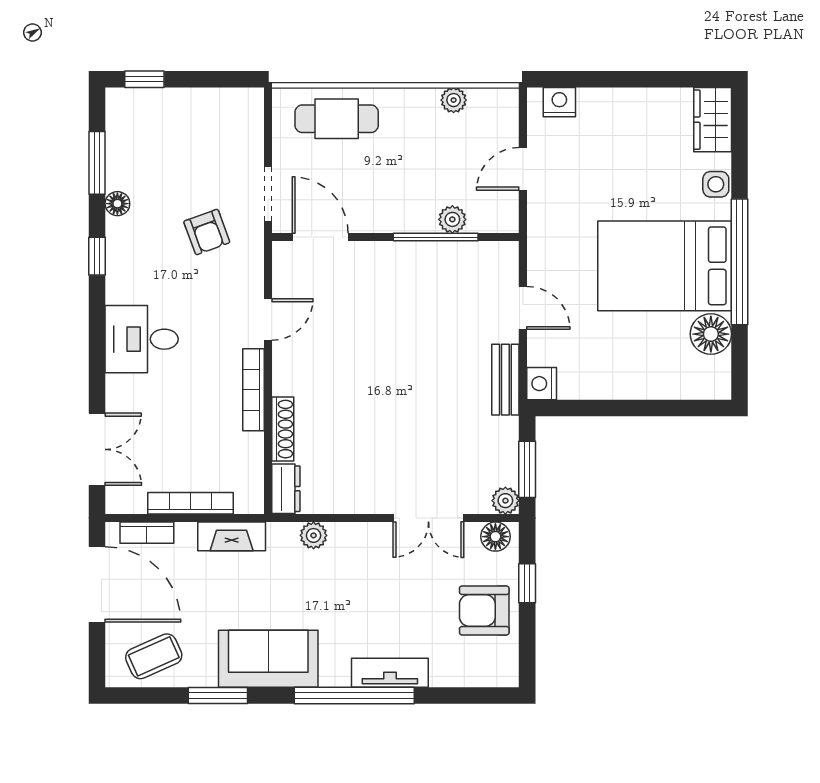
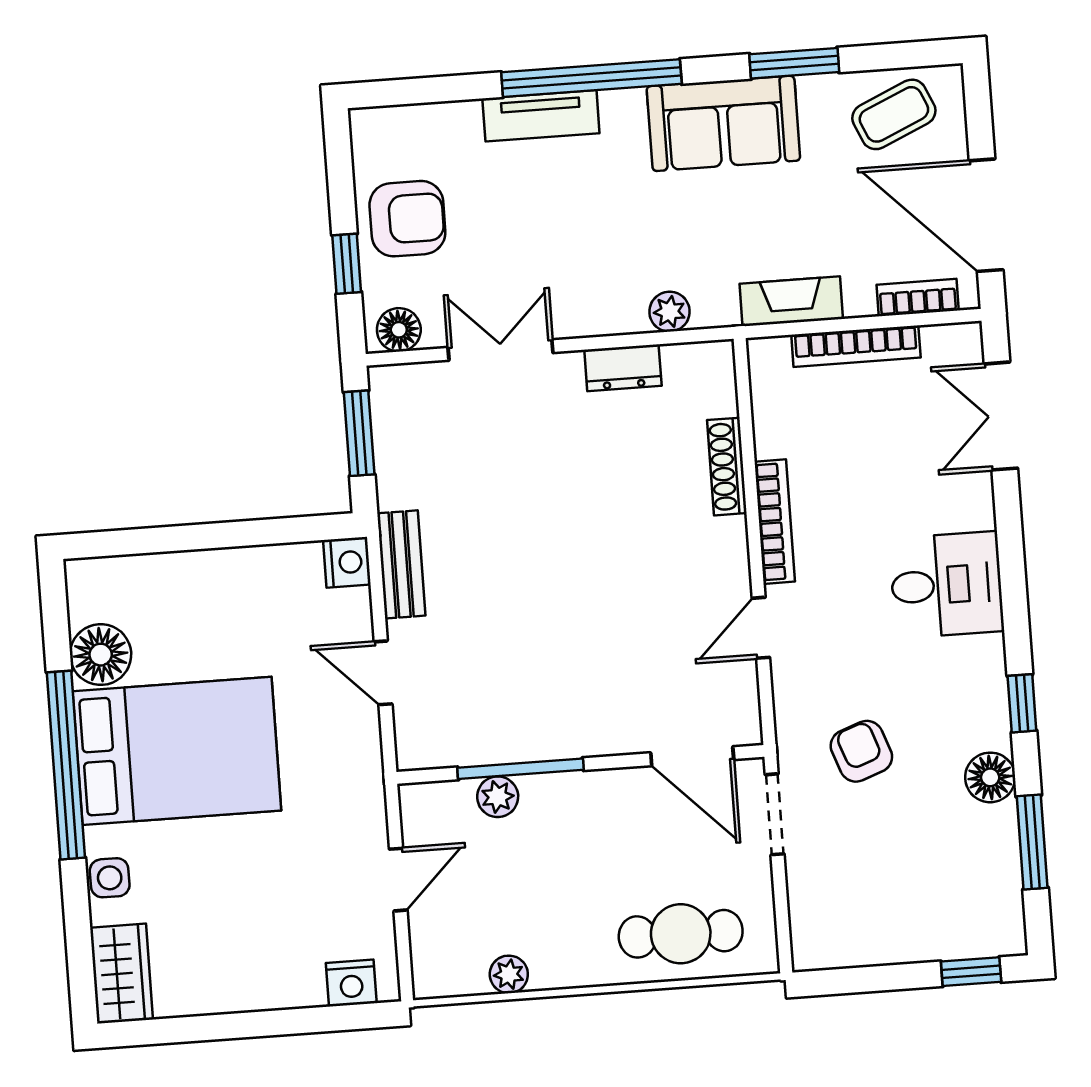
floor lamp: (117, 204) -> (990, 777), width x1.37, depth x1.37
dresser: (286, 489) -> (623, 368), moved, turned -90
plant: (505, 501) -> (388, 384), removed

